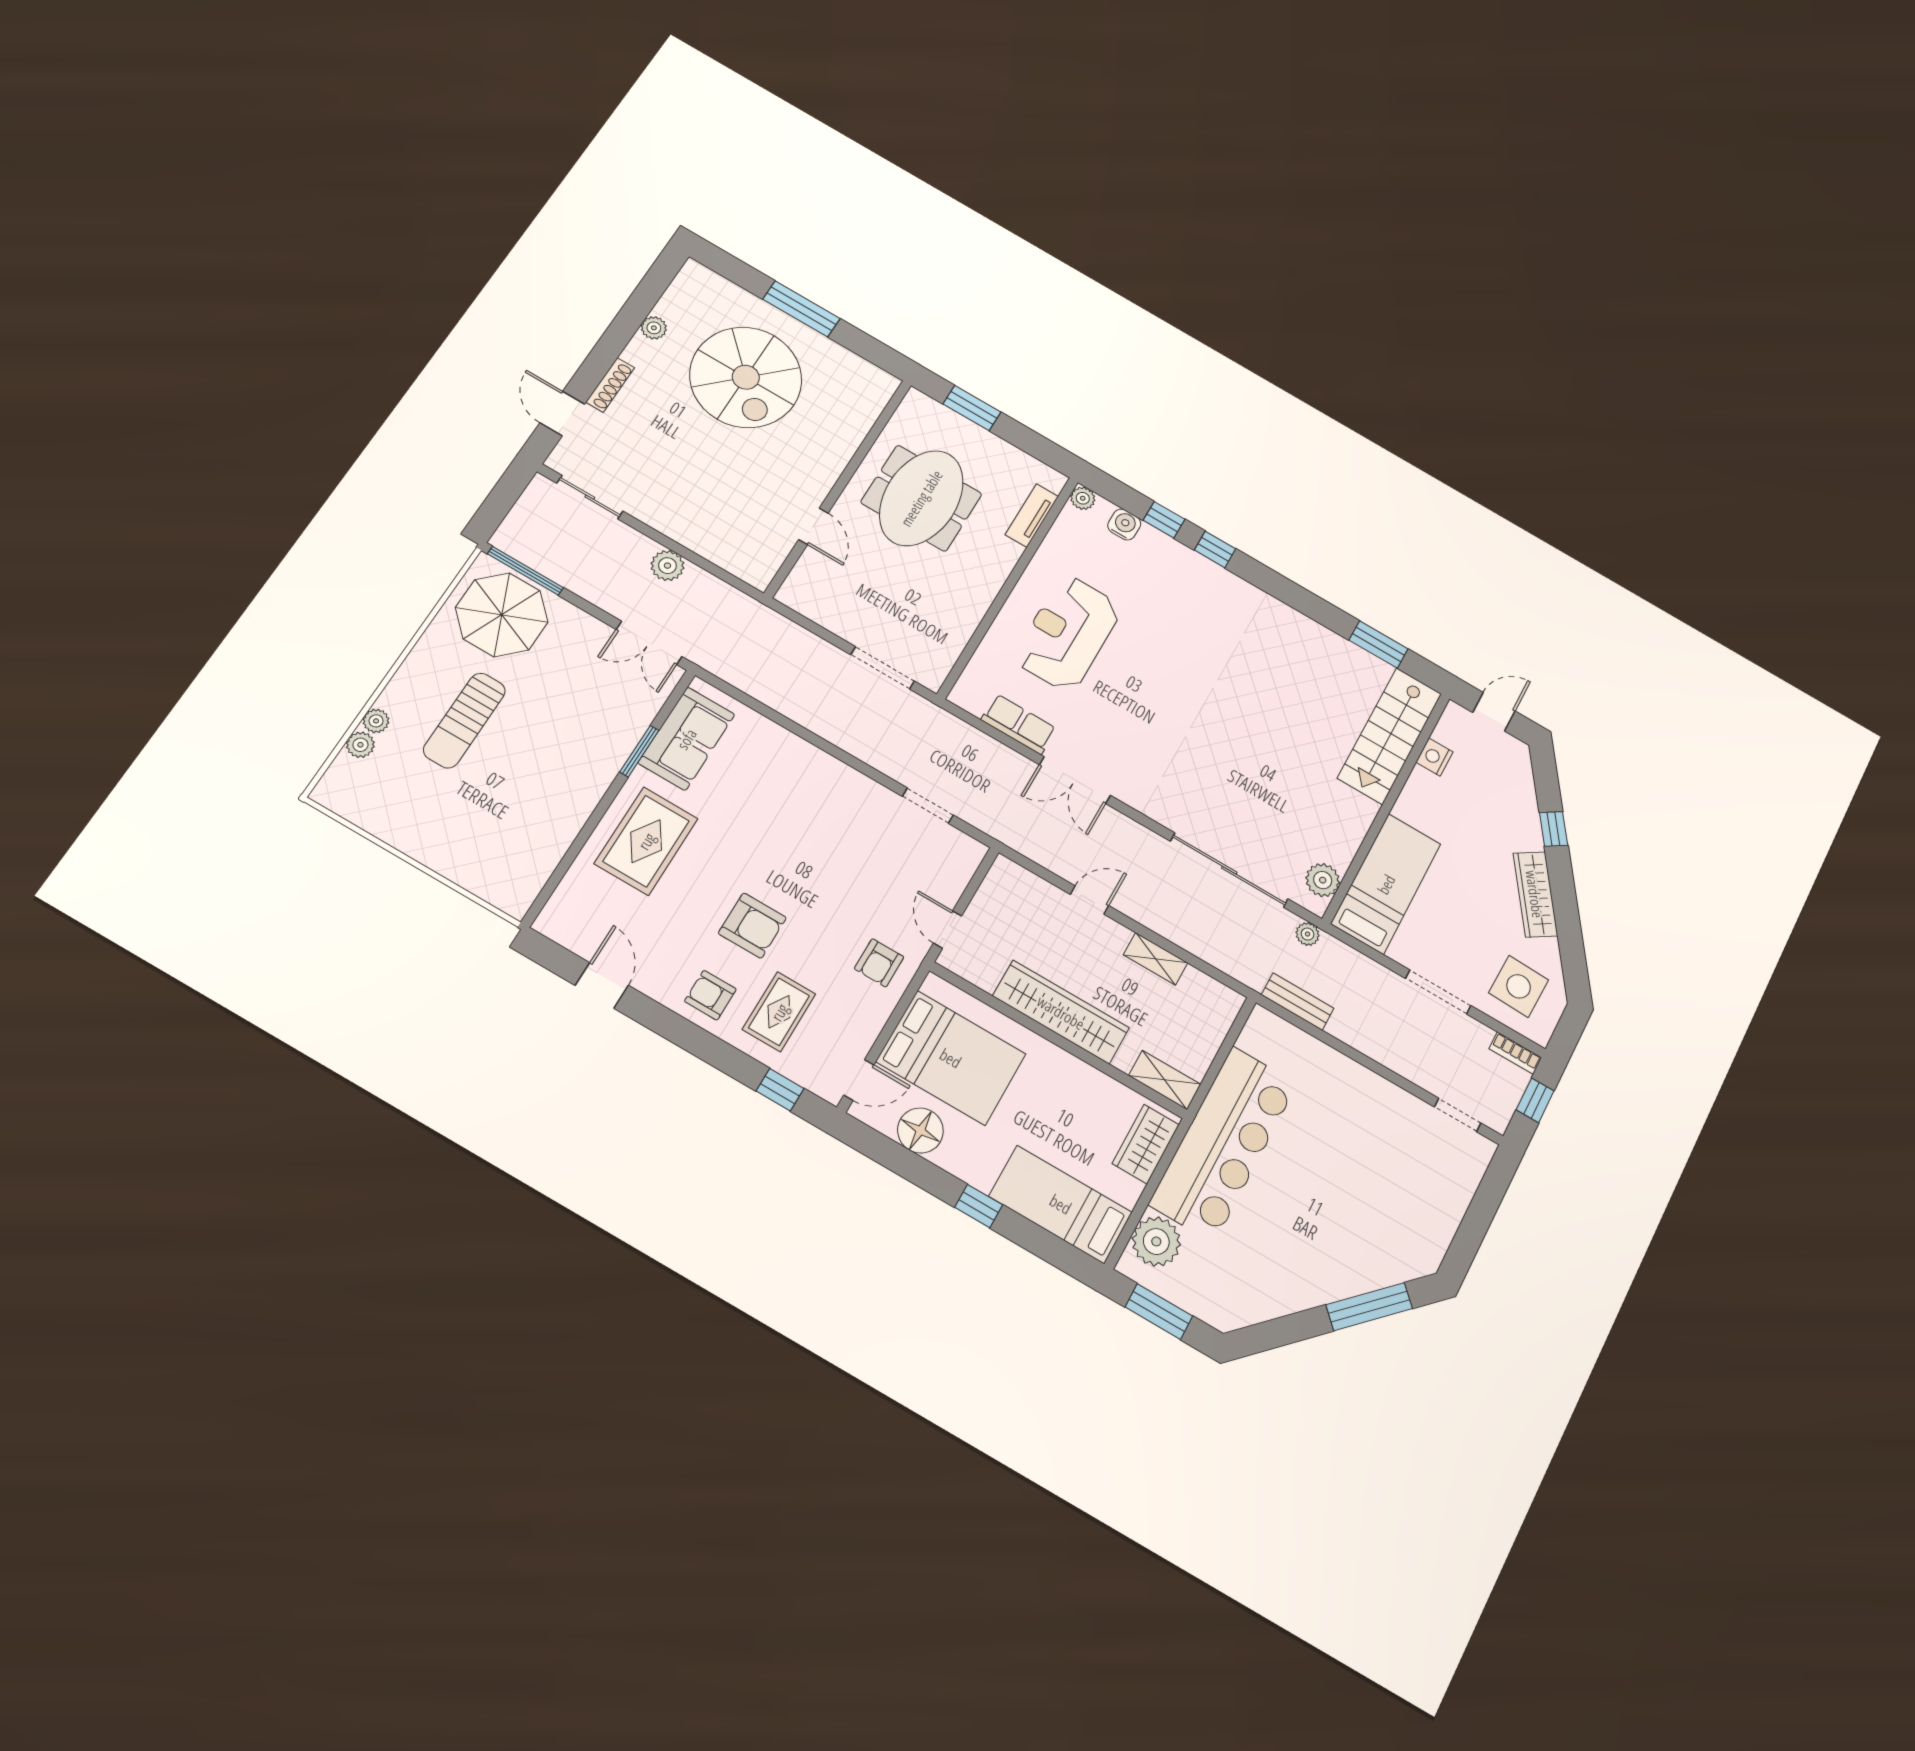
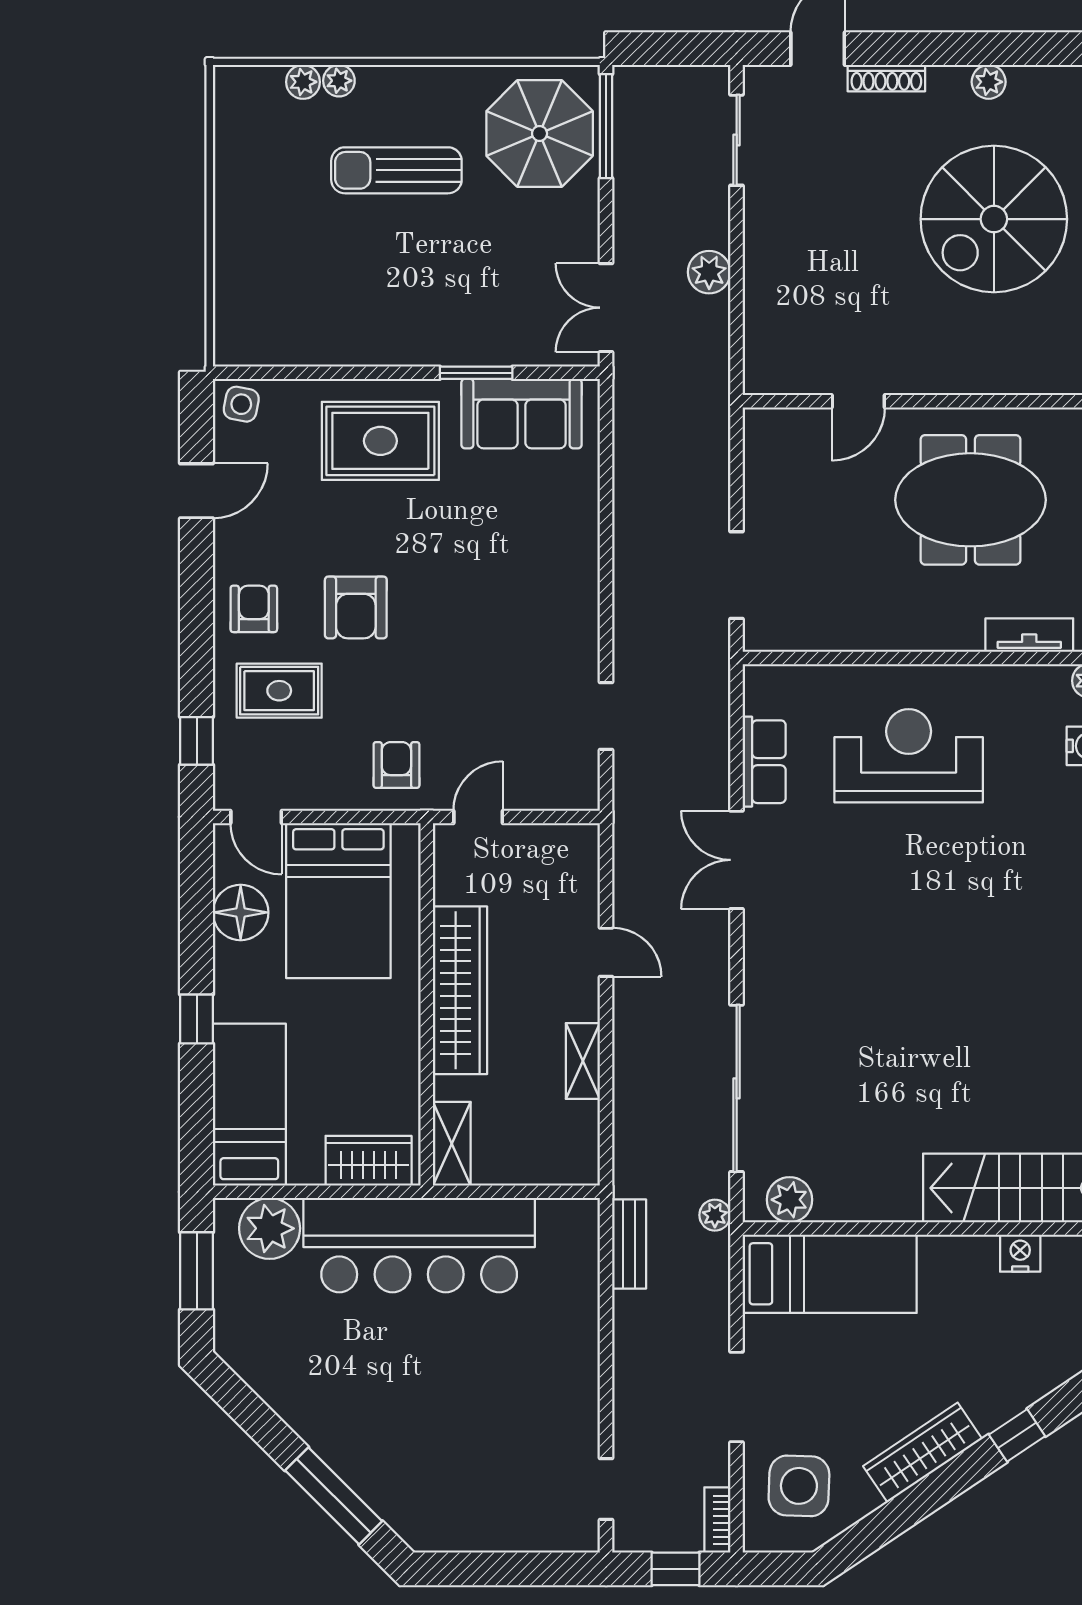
side table: (560, 919) -> (241, 404), added
armchair: (879, 963) -> (396, 765), turned 90

